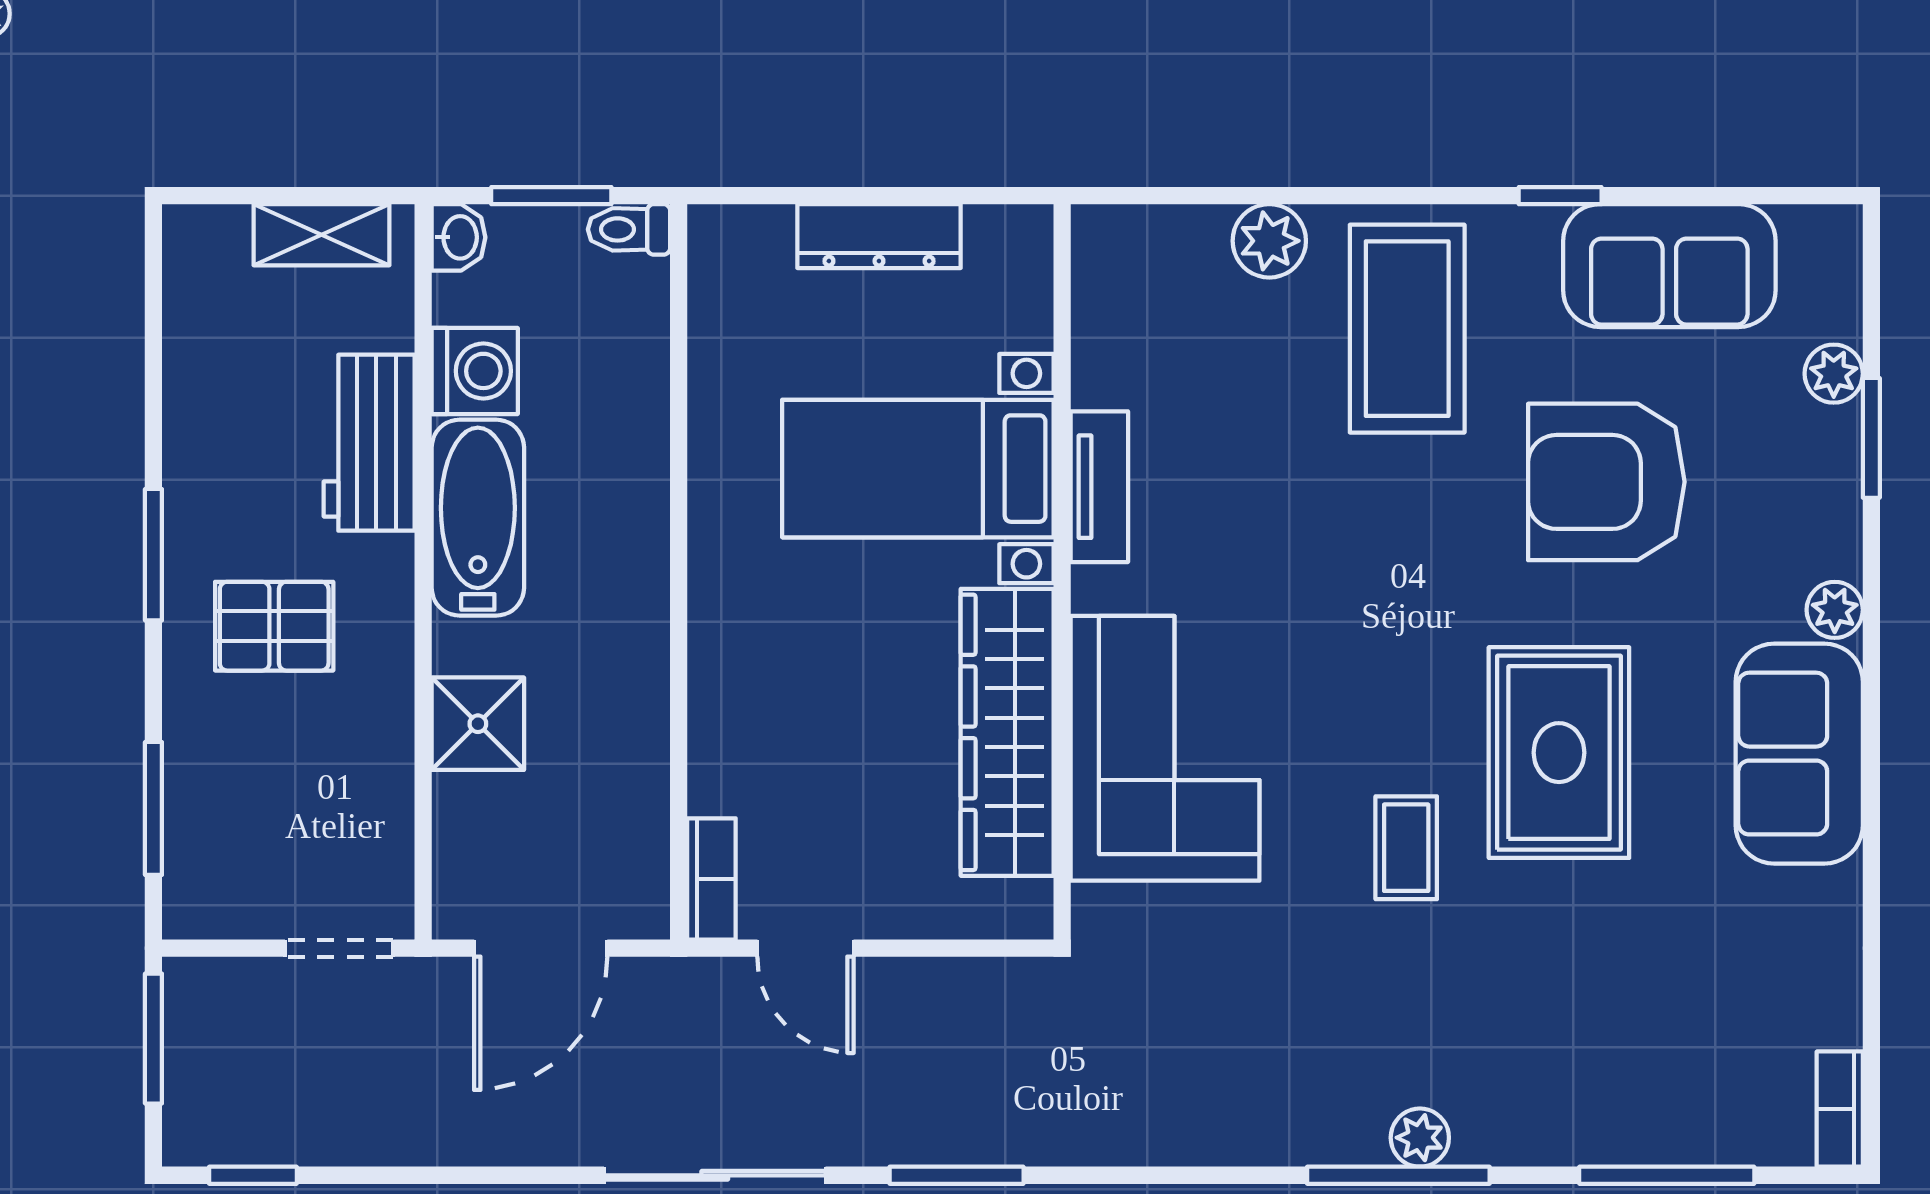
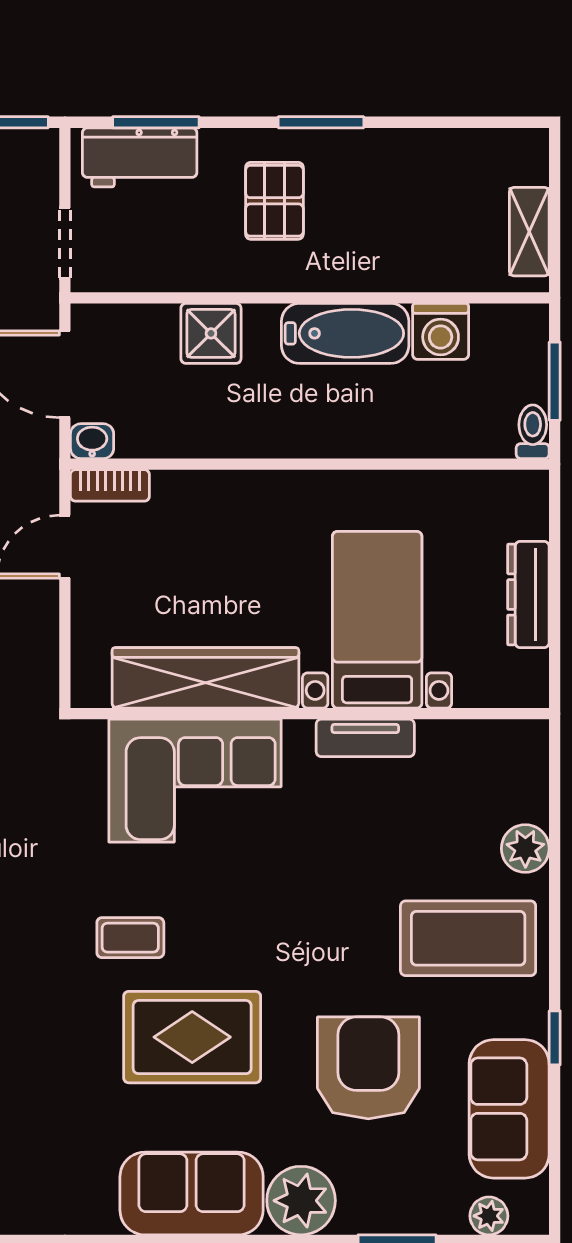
washbasin: (459, 237) -> (92, 441), moved, turned 180
plant: (1834, 374) -> (489, 1216), moved
workbench: (369, 443) -> (140, 157), moved, turned 180
plant: (1835, 610) -> (301, 1201), width x1.88, depth x1.88

